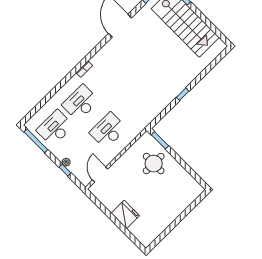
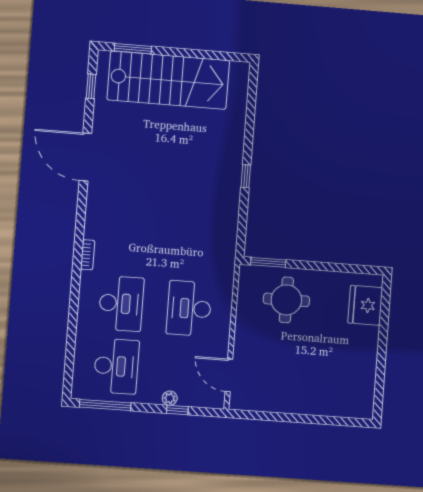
desk: (81, 103) -> (121, 303), turned 180
desk: (55, 128) -> (116, 366), turned 180
fridge: (125, 214) -> (365, 305), moved, turned -90

